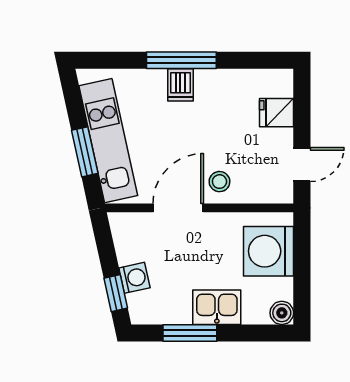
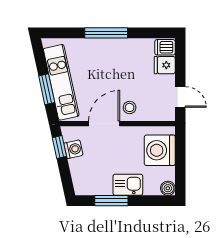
dishwasher: (180, 85) -> (165, 47), moved, turned 90
door: (302, 165) -> (180, 97), hinge flipped
washing machine: (134, 278) -> (73, 149), moved
window: (116, 293) -> (59, 147), moved

